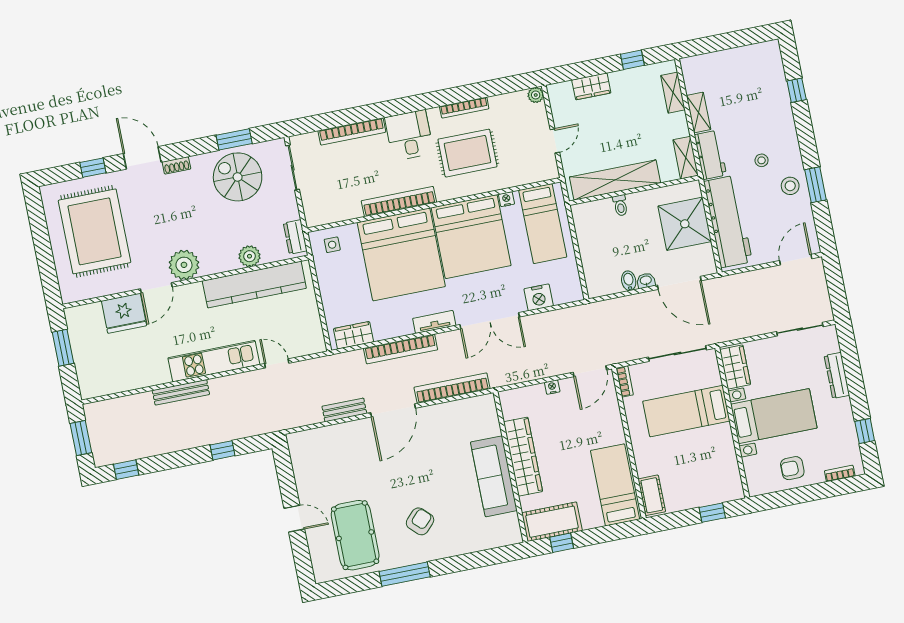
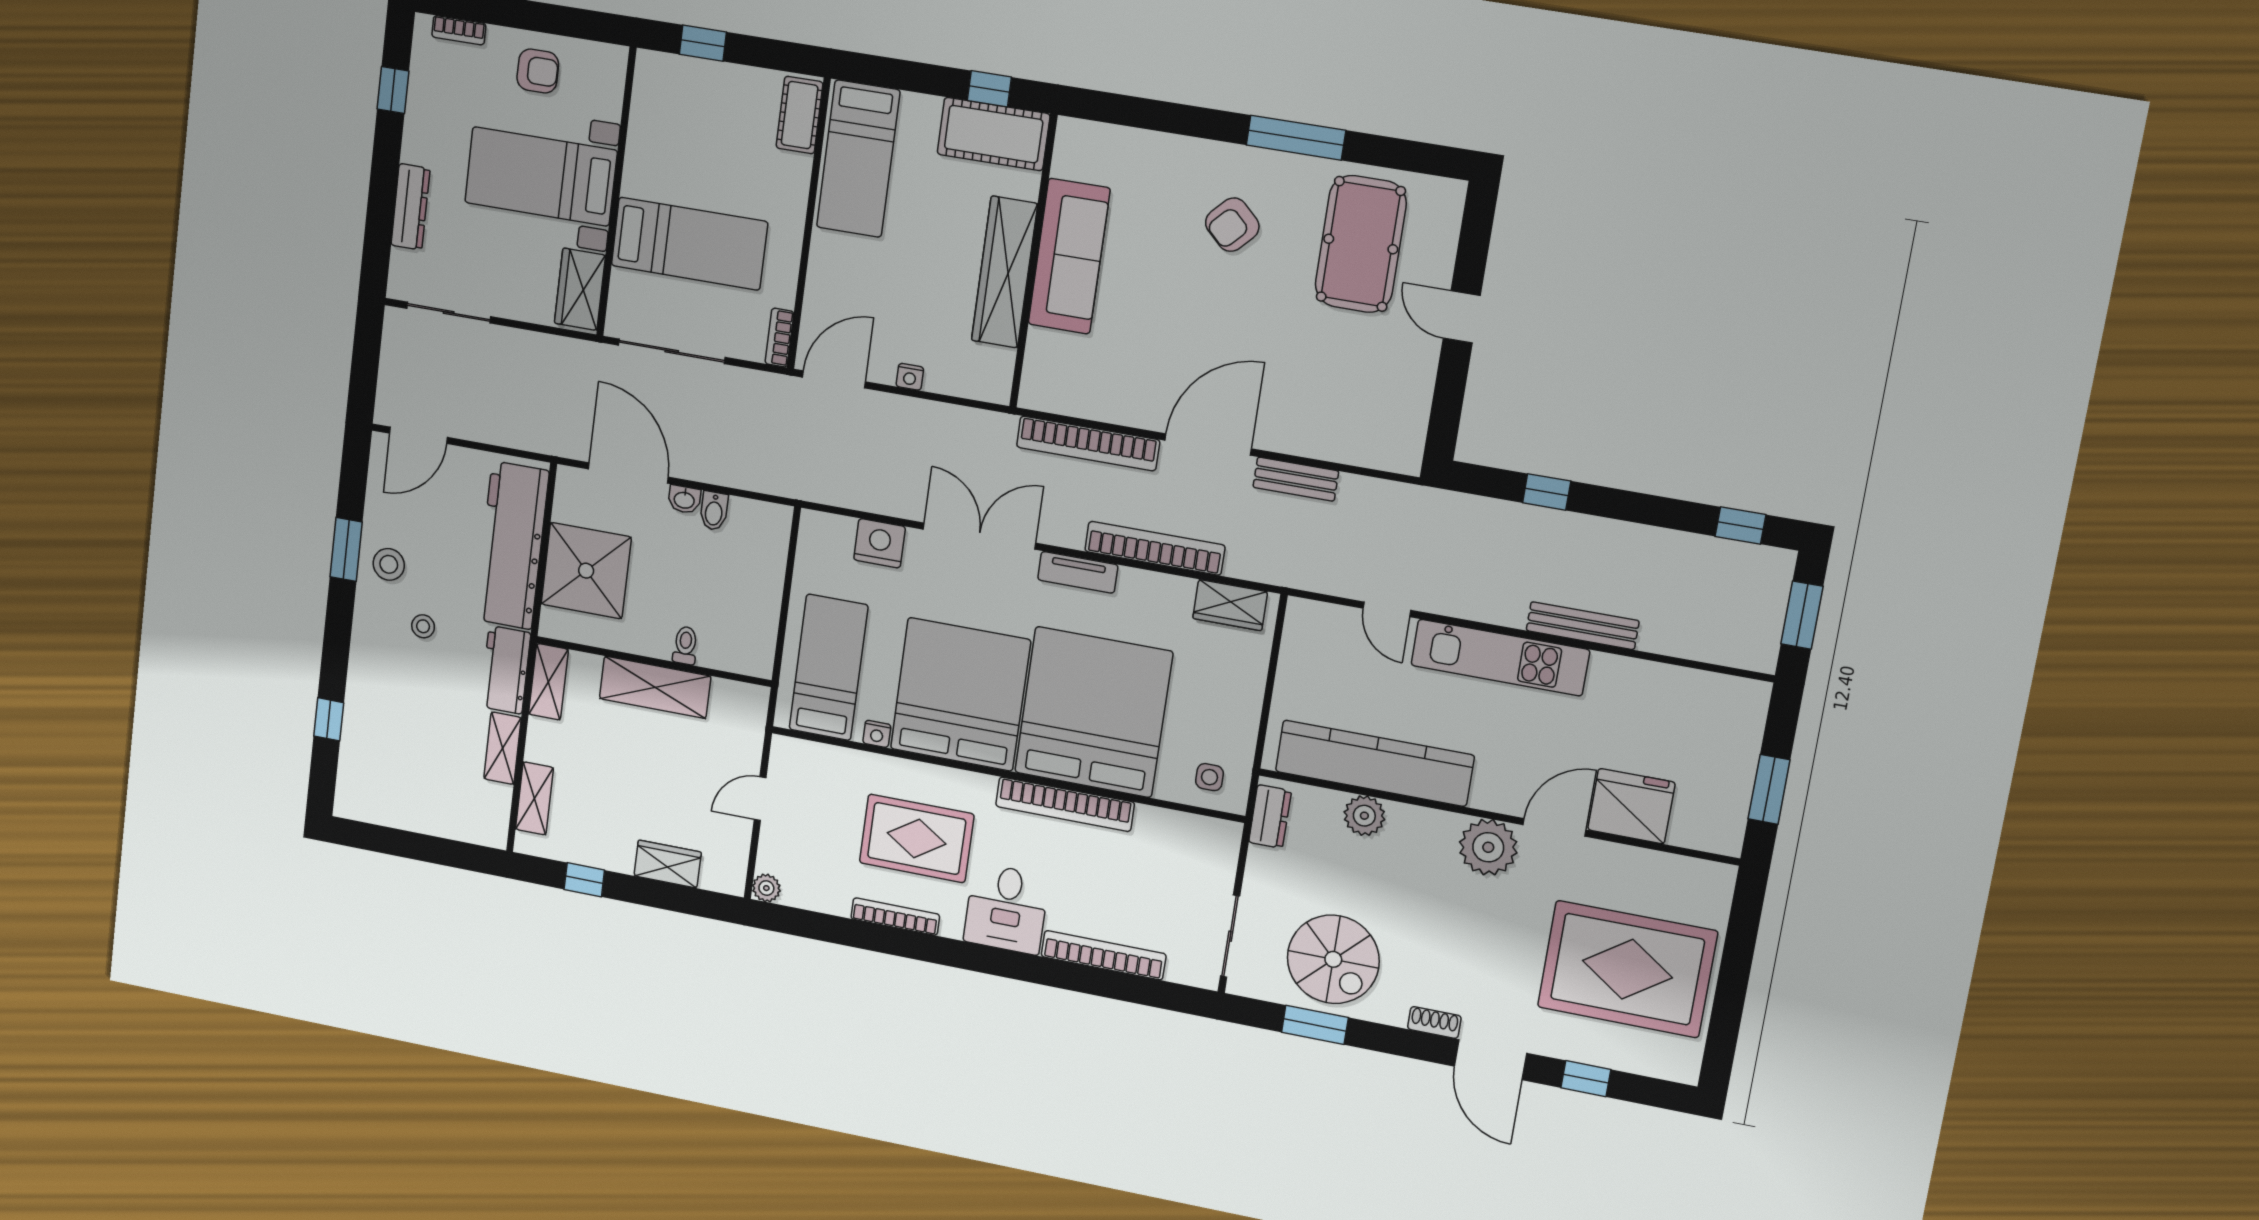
shelving: (615, 180) -> (655, 687), width x0.68
rug: (95, 231) -> (1627, 969), turned 90

